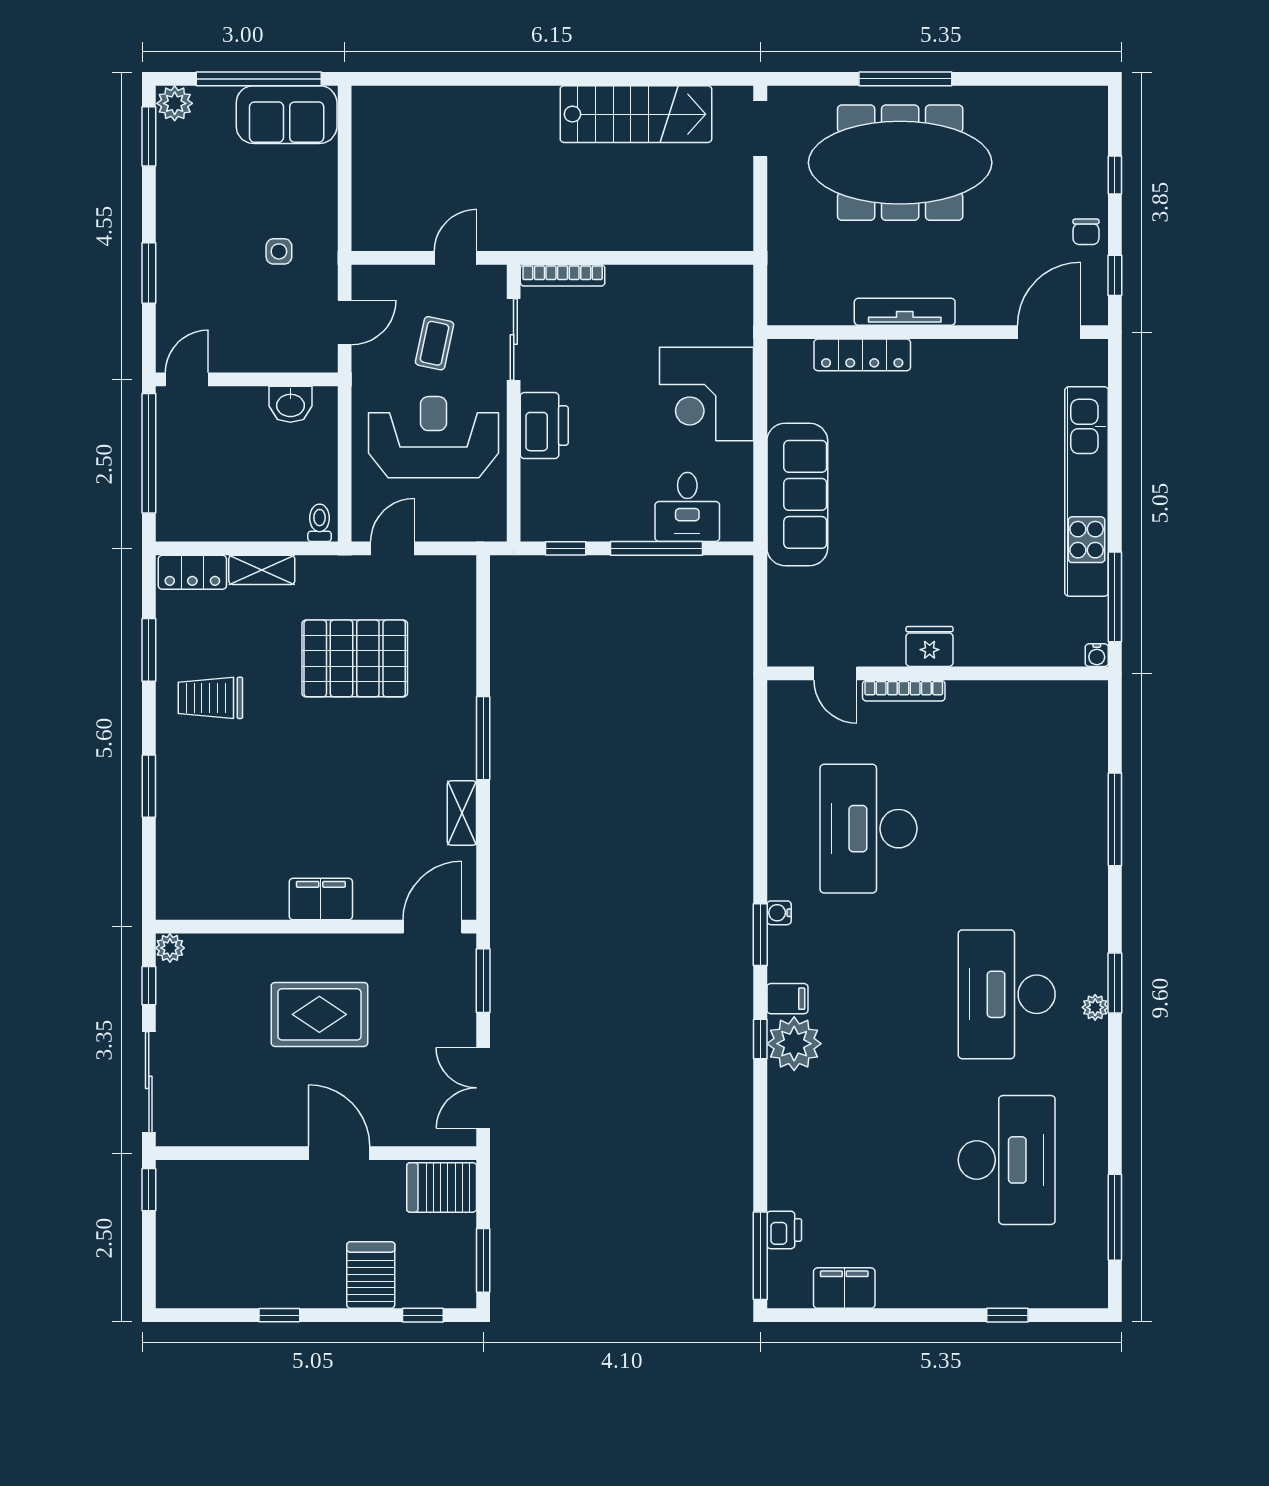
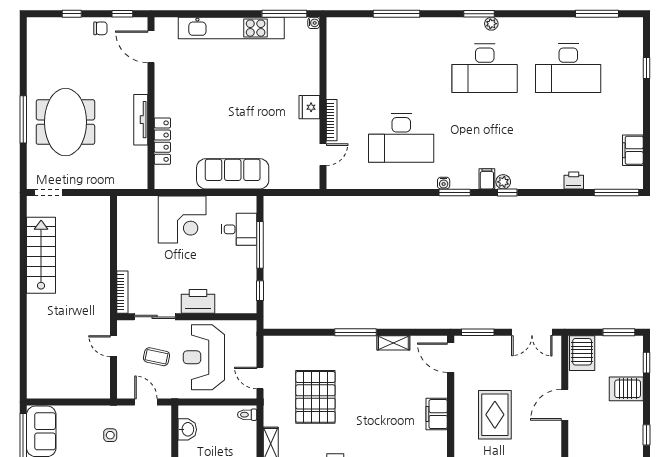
meeting table: (900, 163) -> (65, 122), width x0.73
plant: (794, 1044) -> (503, 182), width x0.53, depth x0.53
desk: (1007, 1160) -> (568, 68), turned 180
printer: (784, 1230) -> (574, 180), moved

